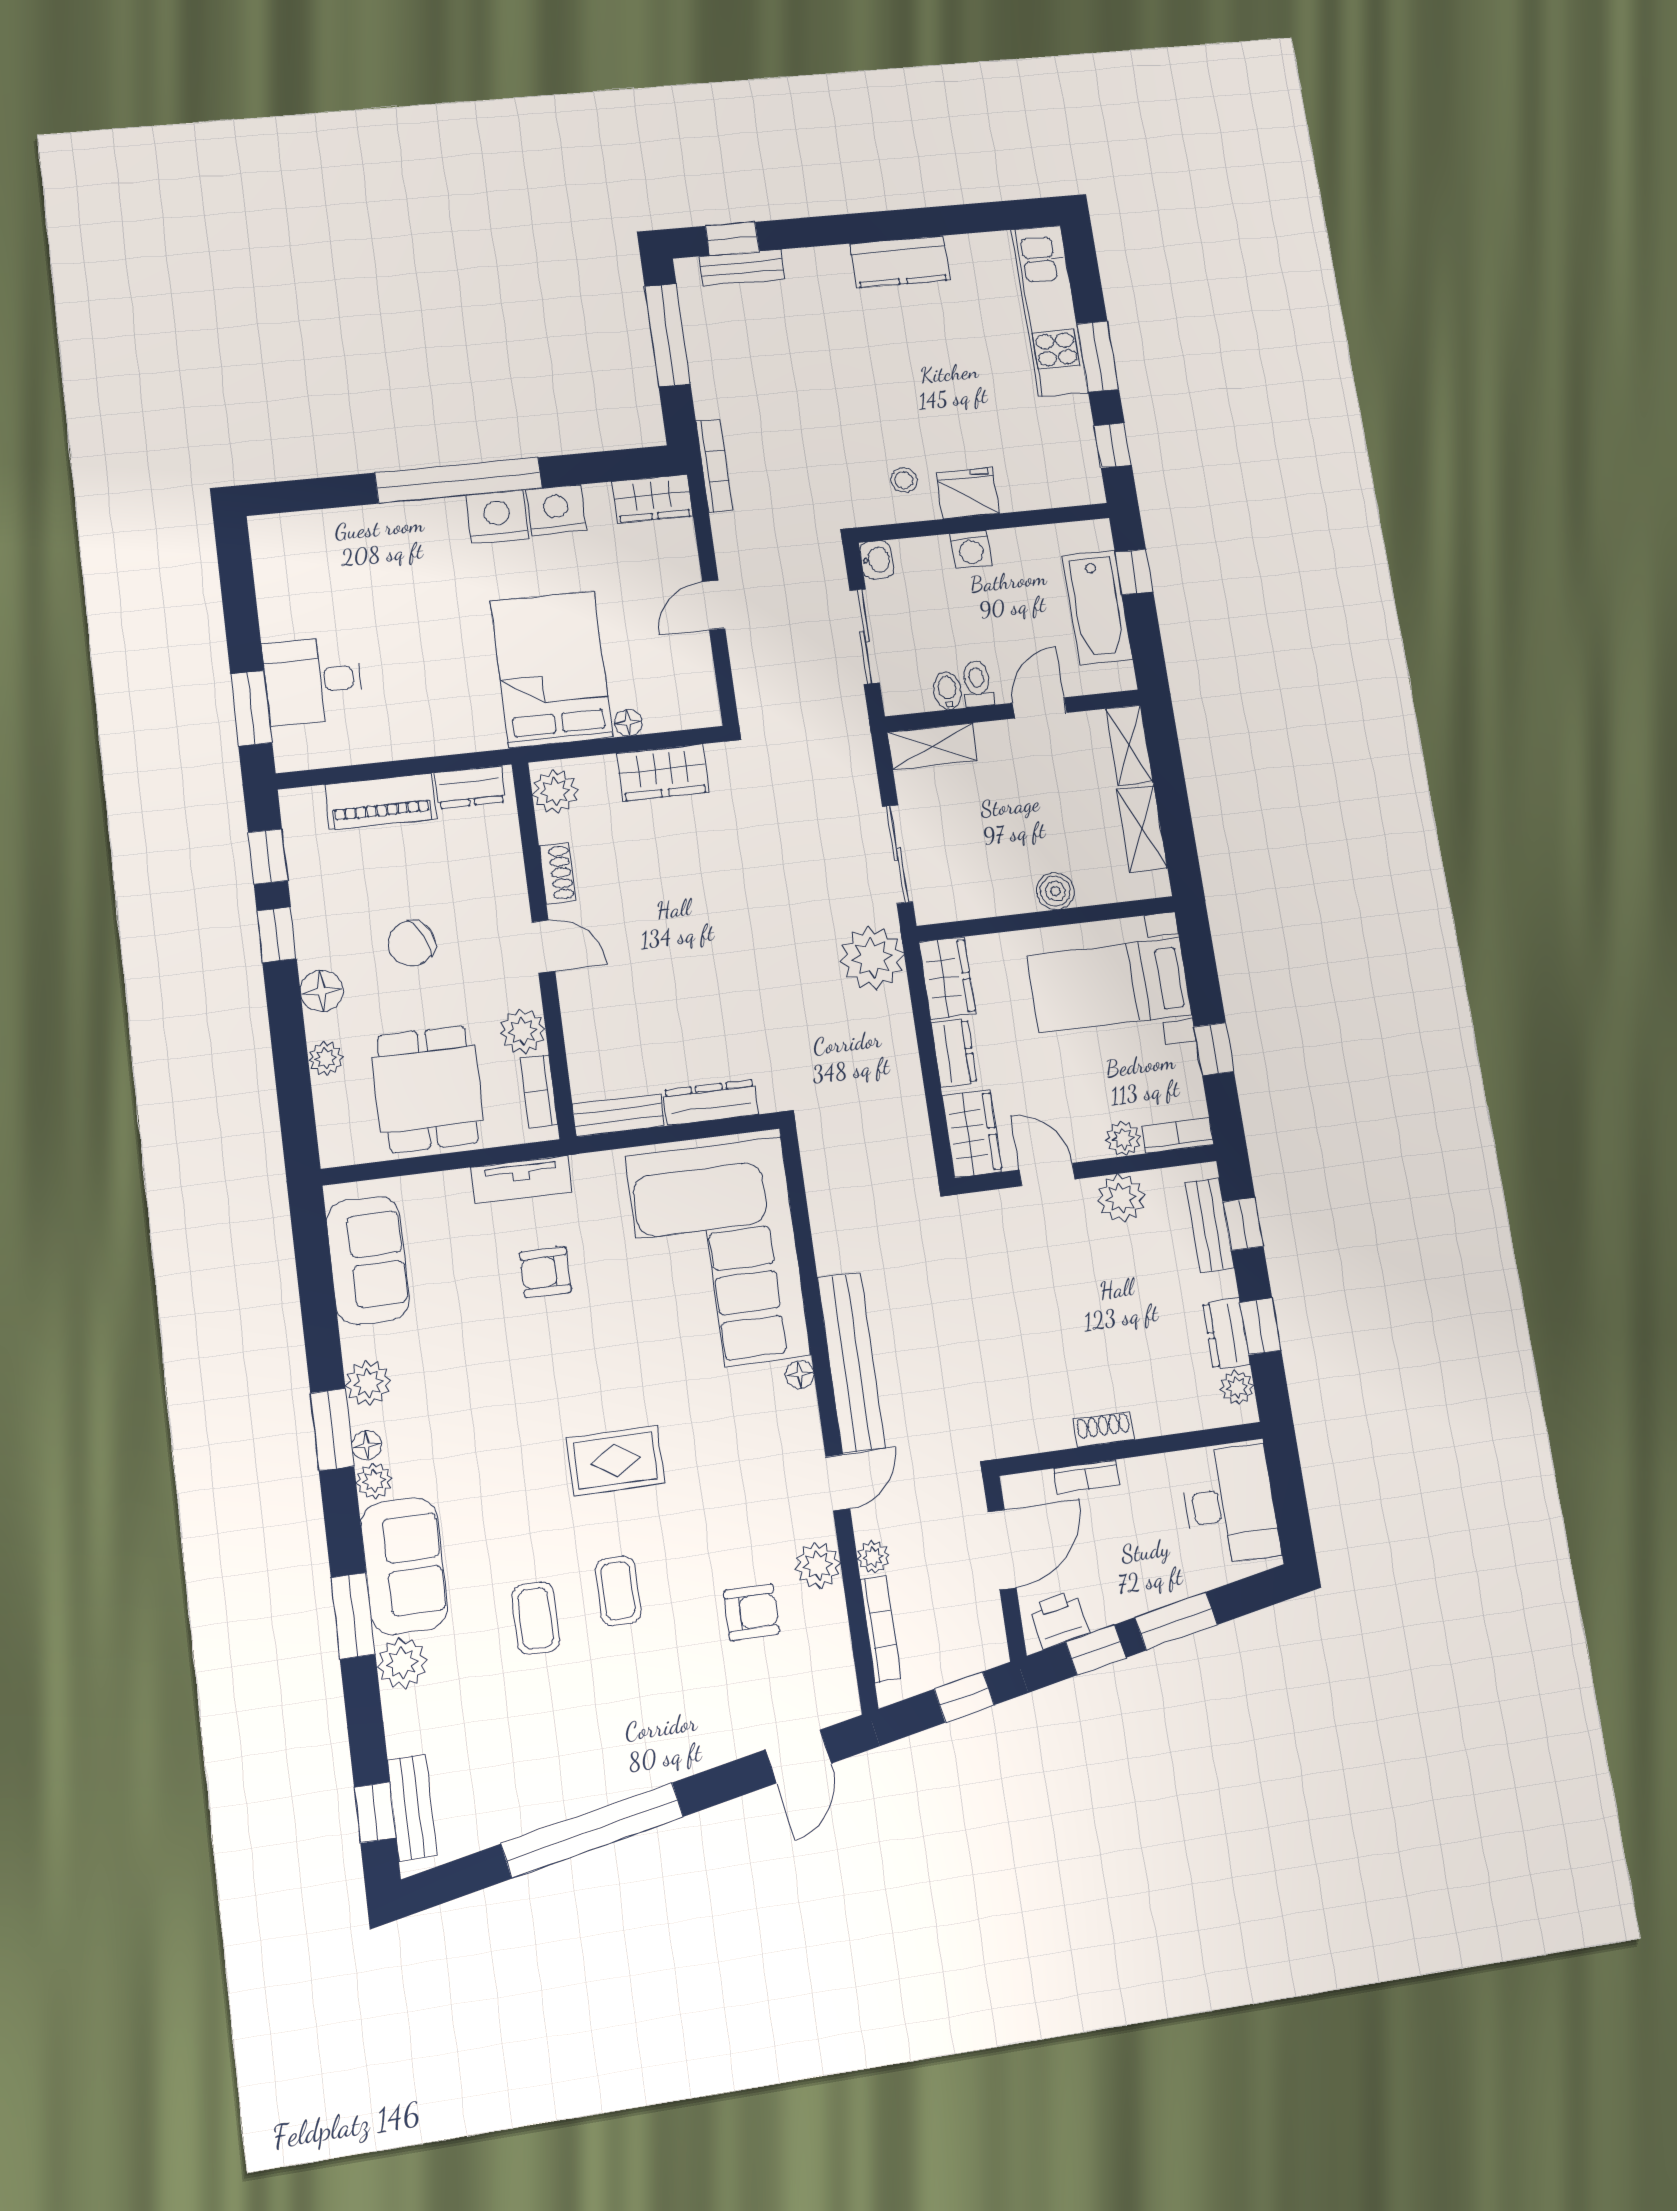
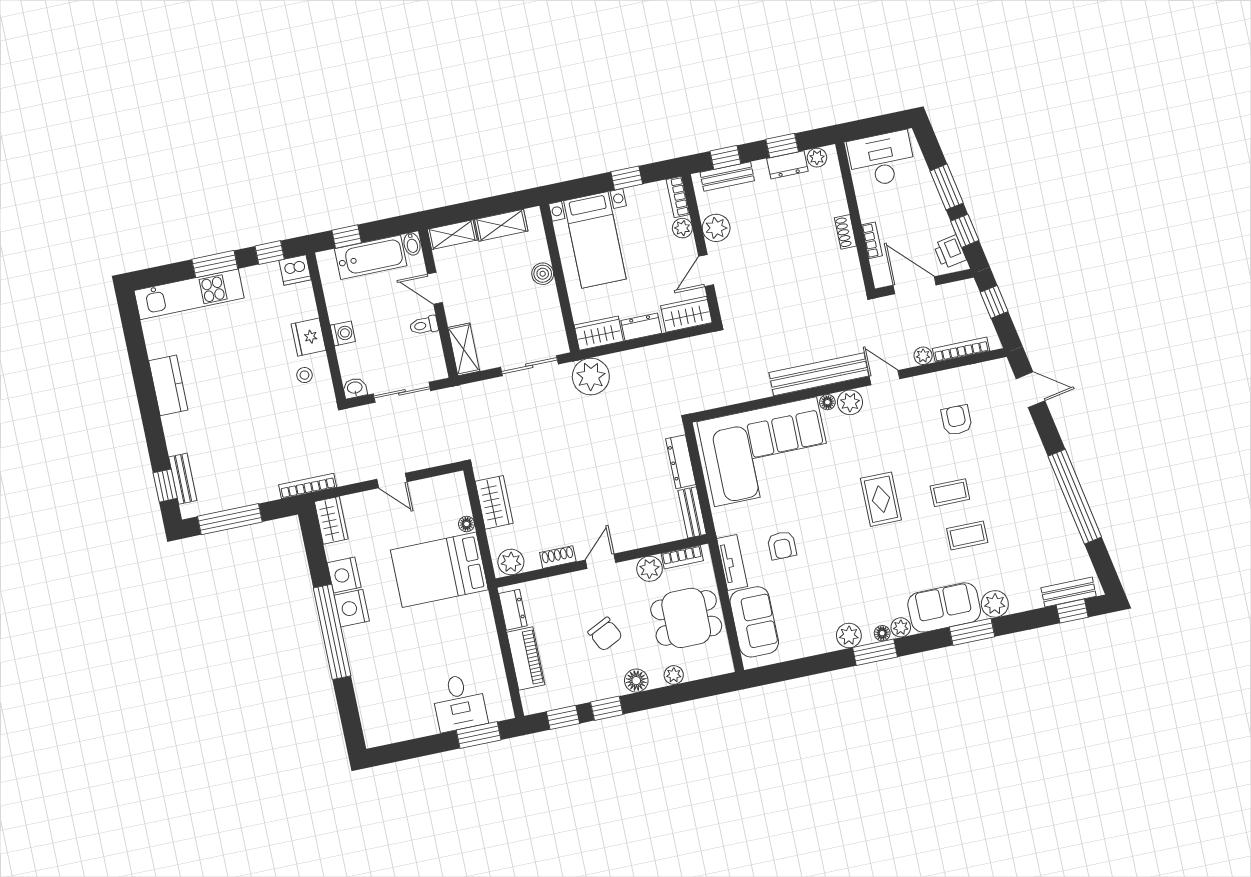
dishwasher: (1082, 483) -> (295, 270), added
bidet: (947, 691) -> (412, 244), moved, turned -90
sofa: (368, 1260) -> (754, 622), moved, turned 90
plant: (818, 1565) -> (850, 402), moved

